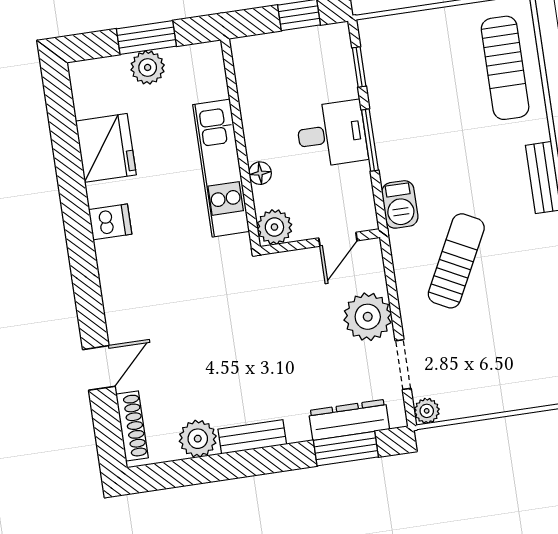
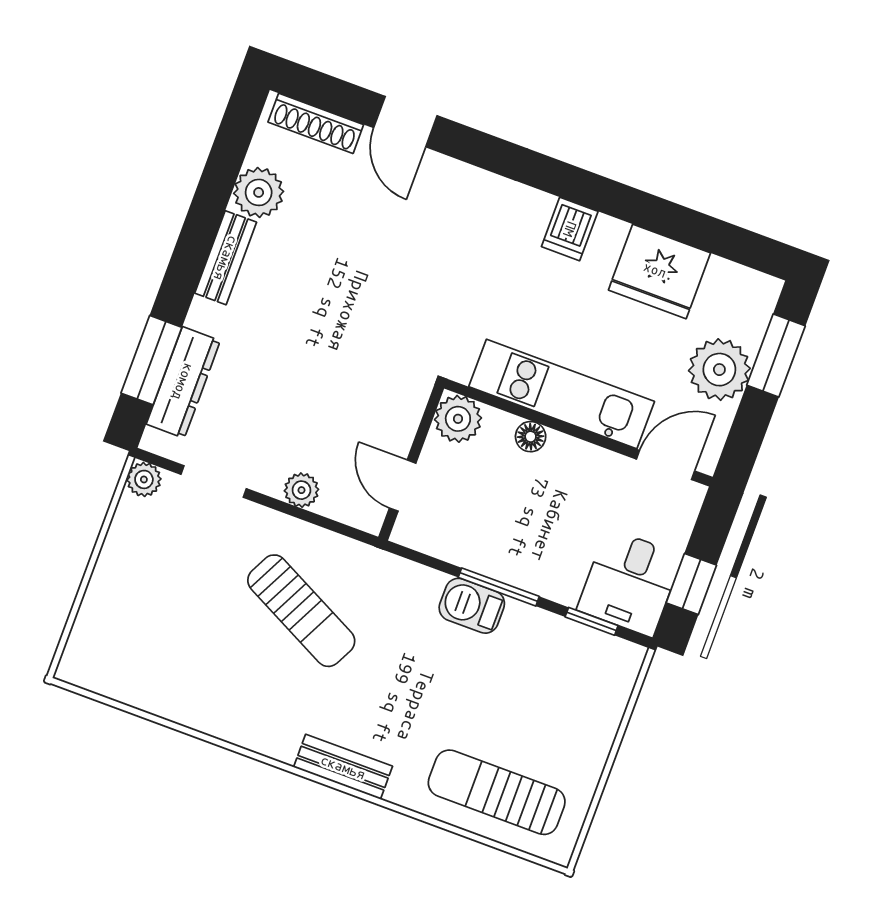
window: (146, 38) -> (776, 355), moved
plant: (148, 67) -> (719, 370), width x1.36, depth x1.36
door: (230, 75) -> (666, 465), added
desk: (332, 134) -> (630, 583), moved
barbecue: (400, 204) -> (472, 606), moved
plant: (368, 317) -> (301, 490), width x0.53, depth x0.53

